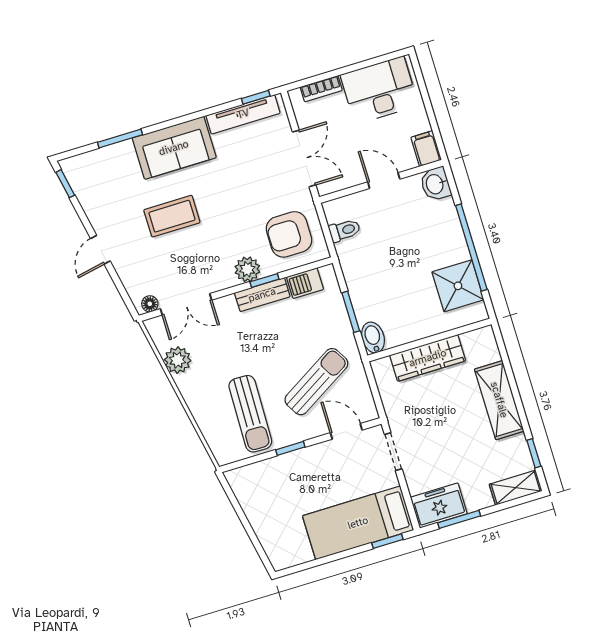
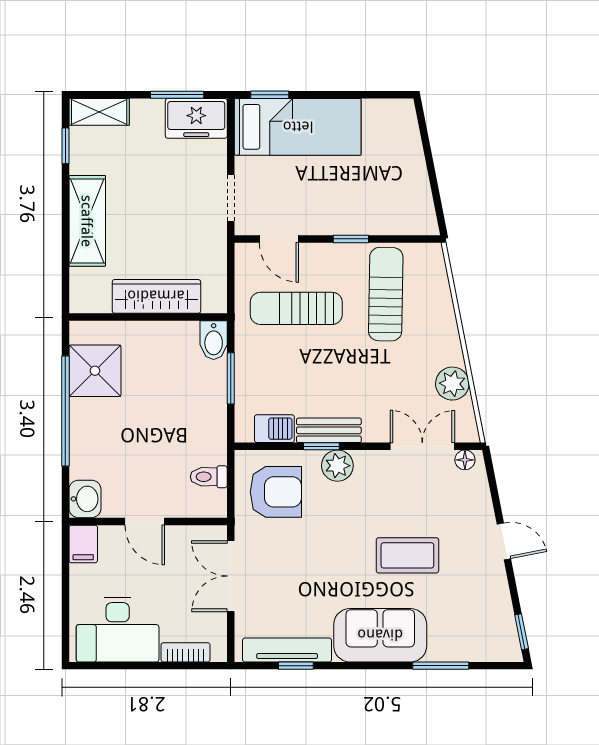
window: (256, 97) -> (296, 666), moved
door: (100, 250) -> (504, 541), hinge flipped
sun lounger: (316, 382) -> (296, 308), turned 31

